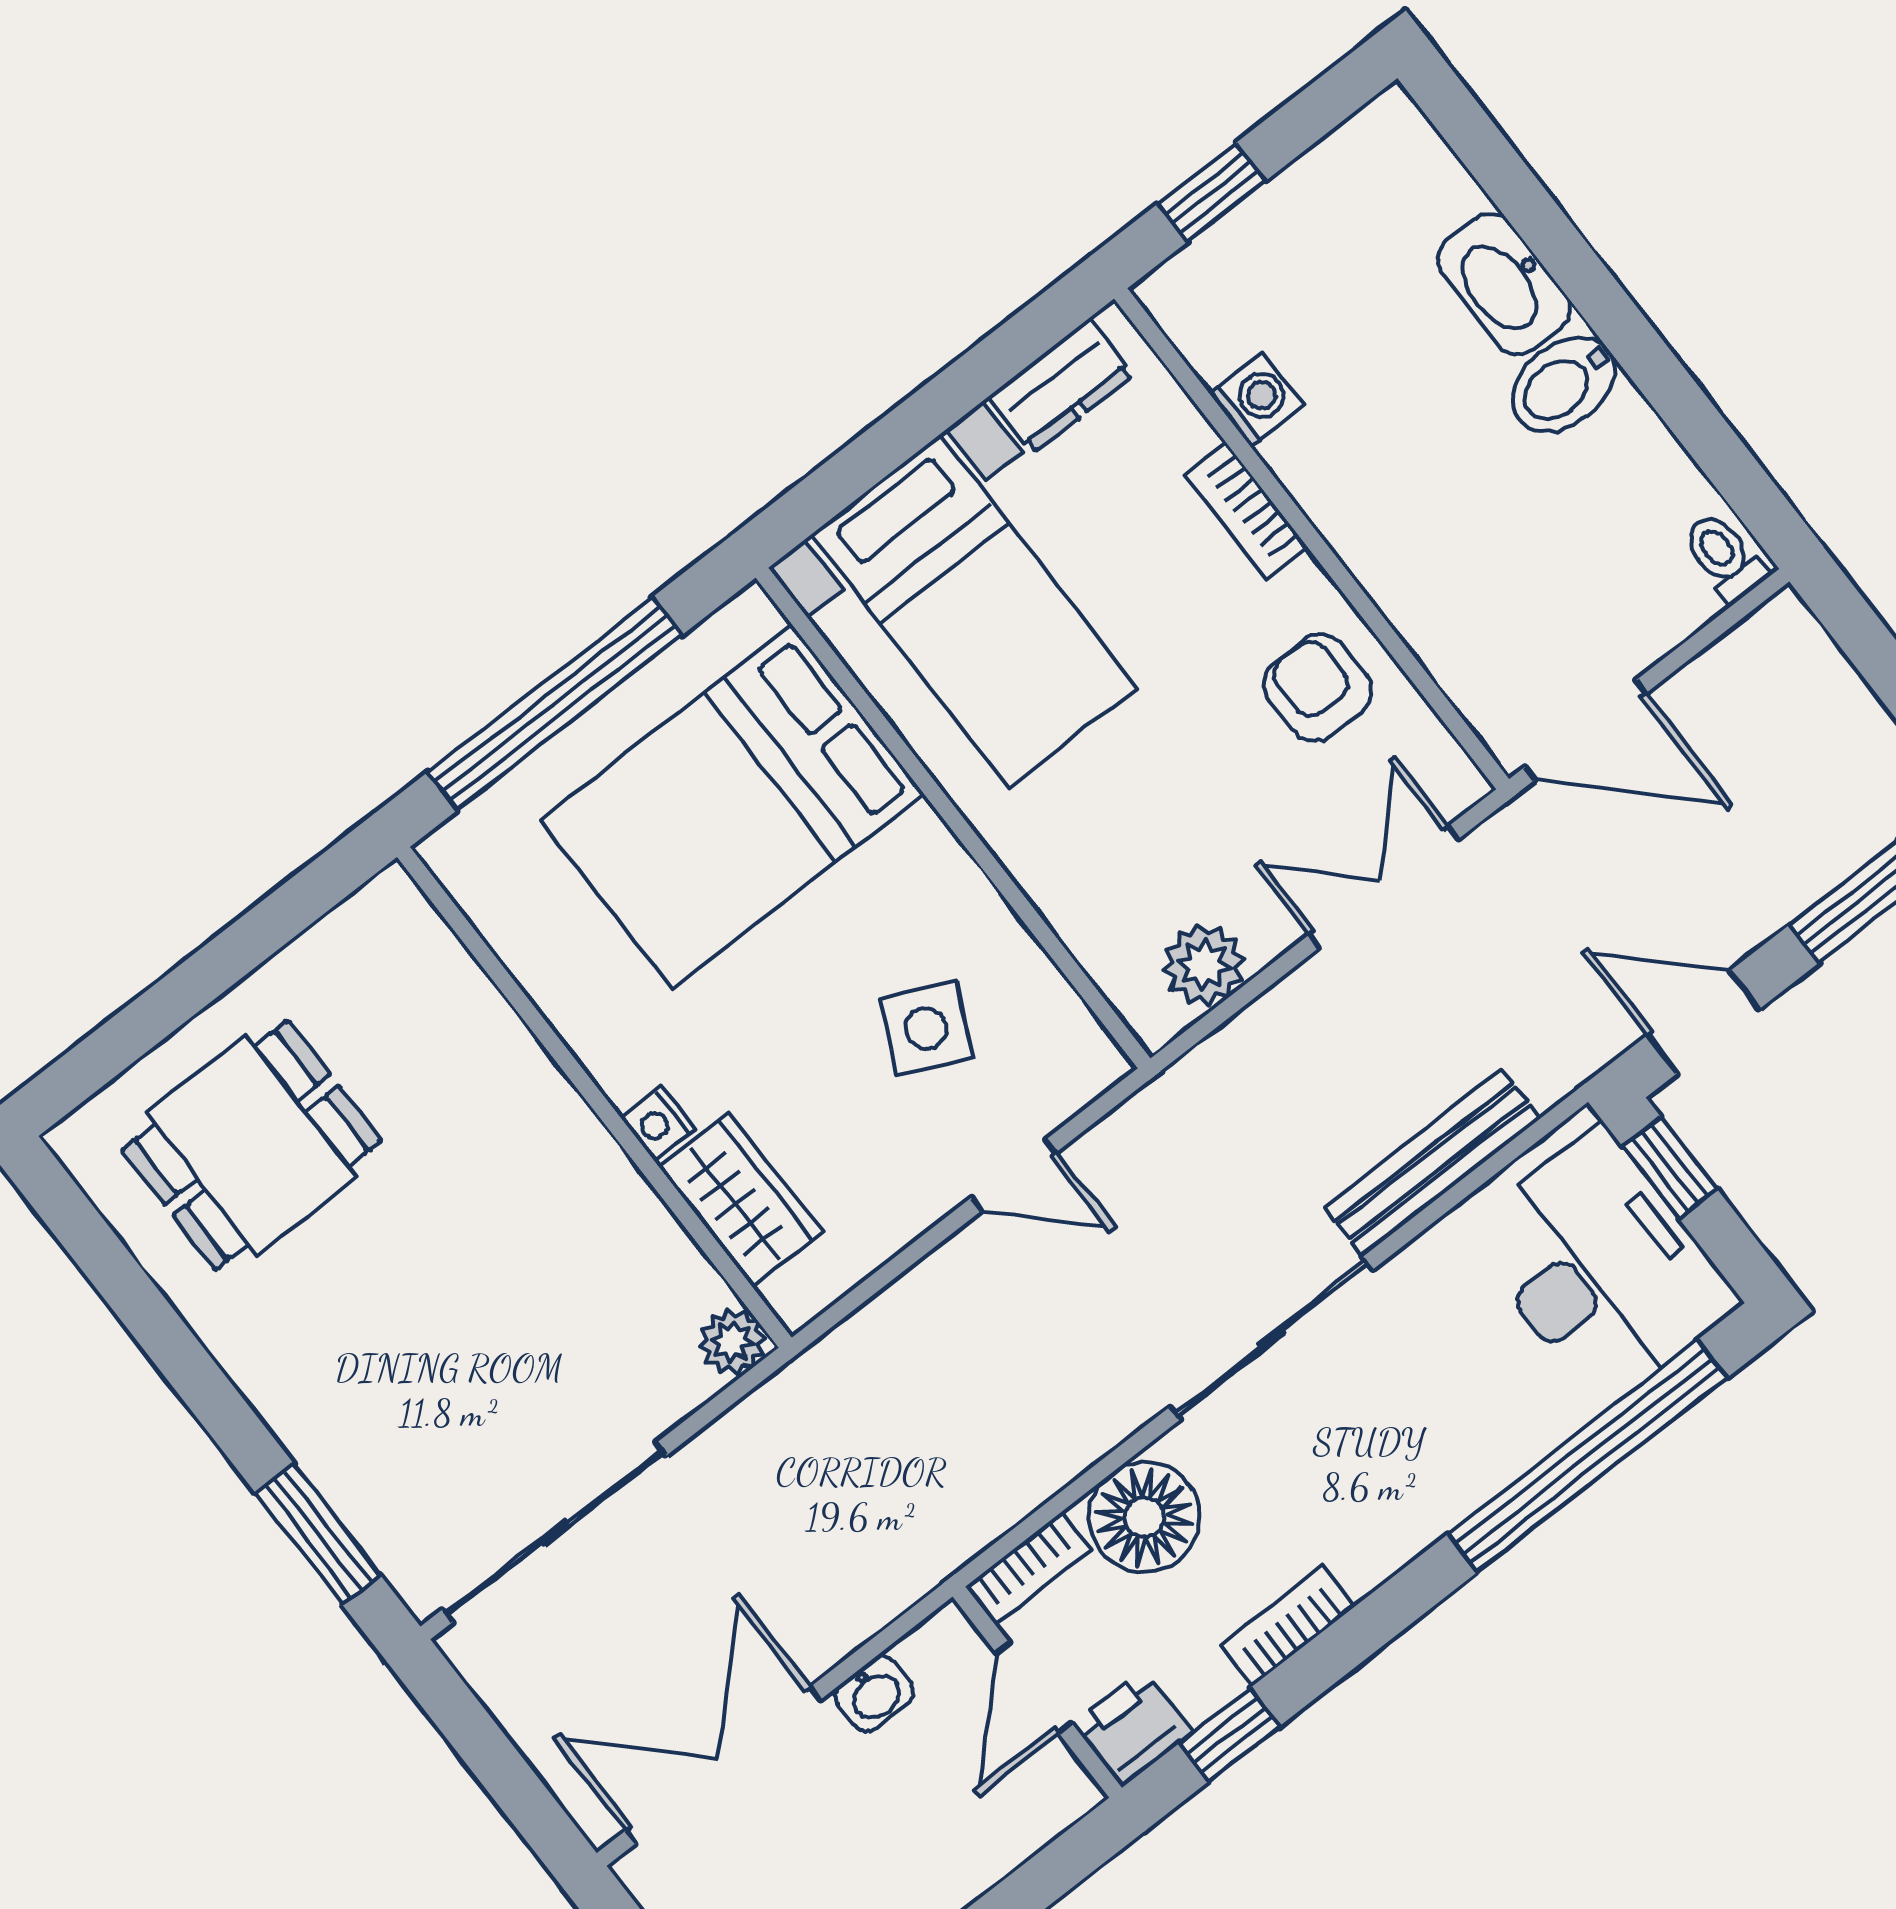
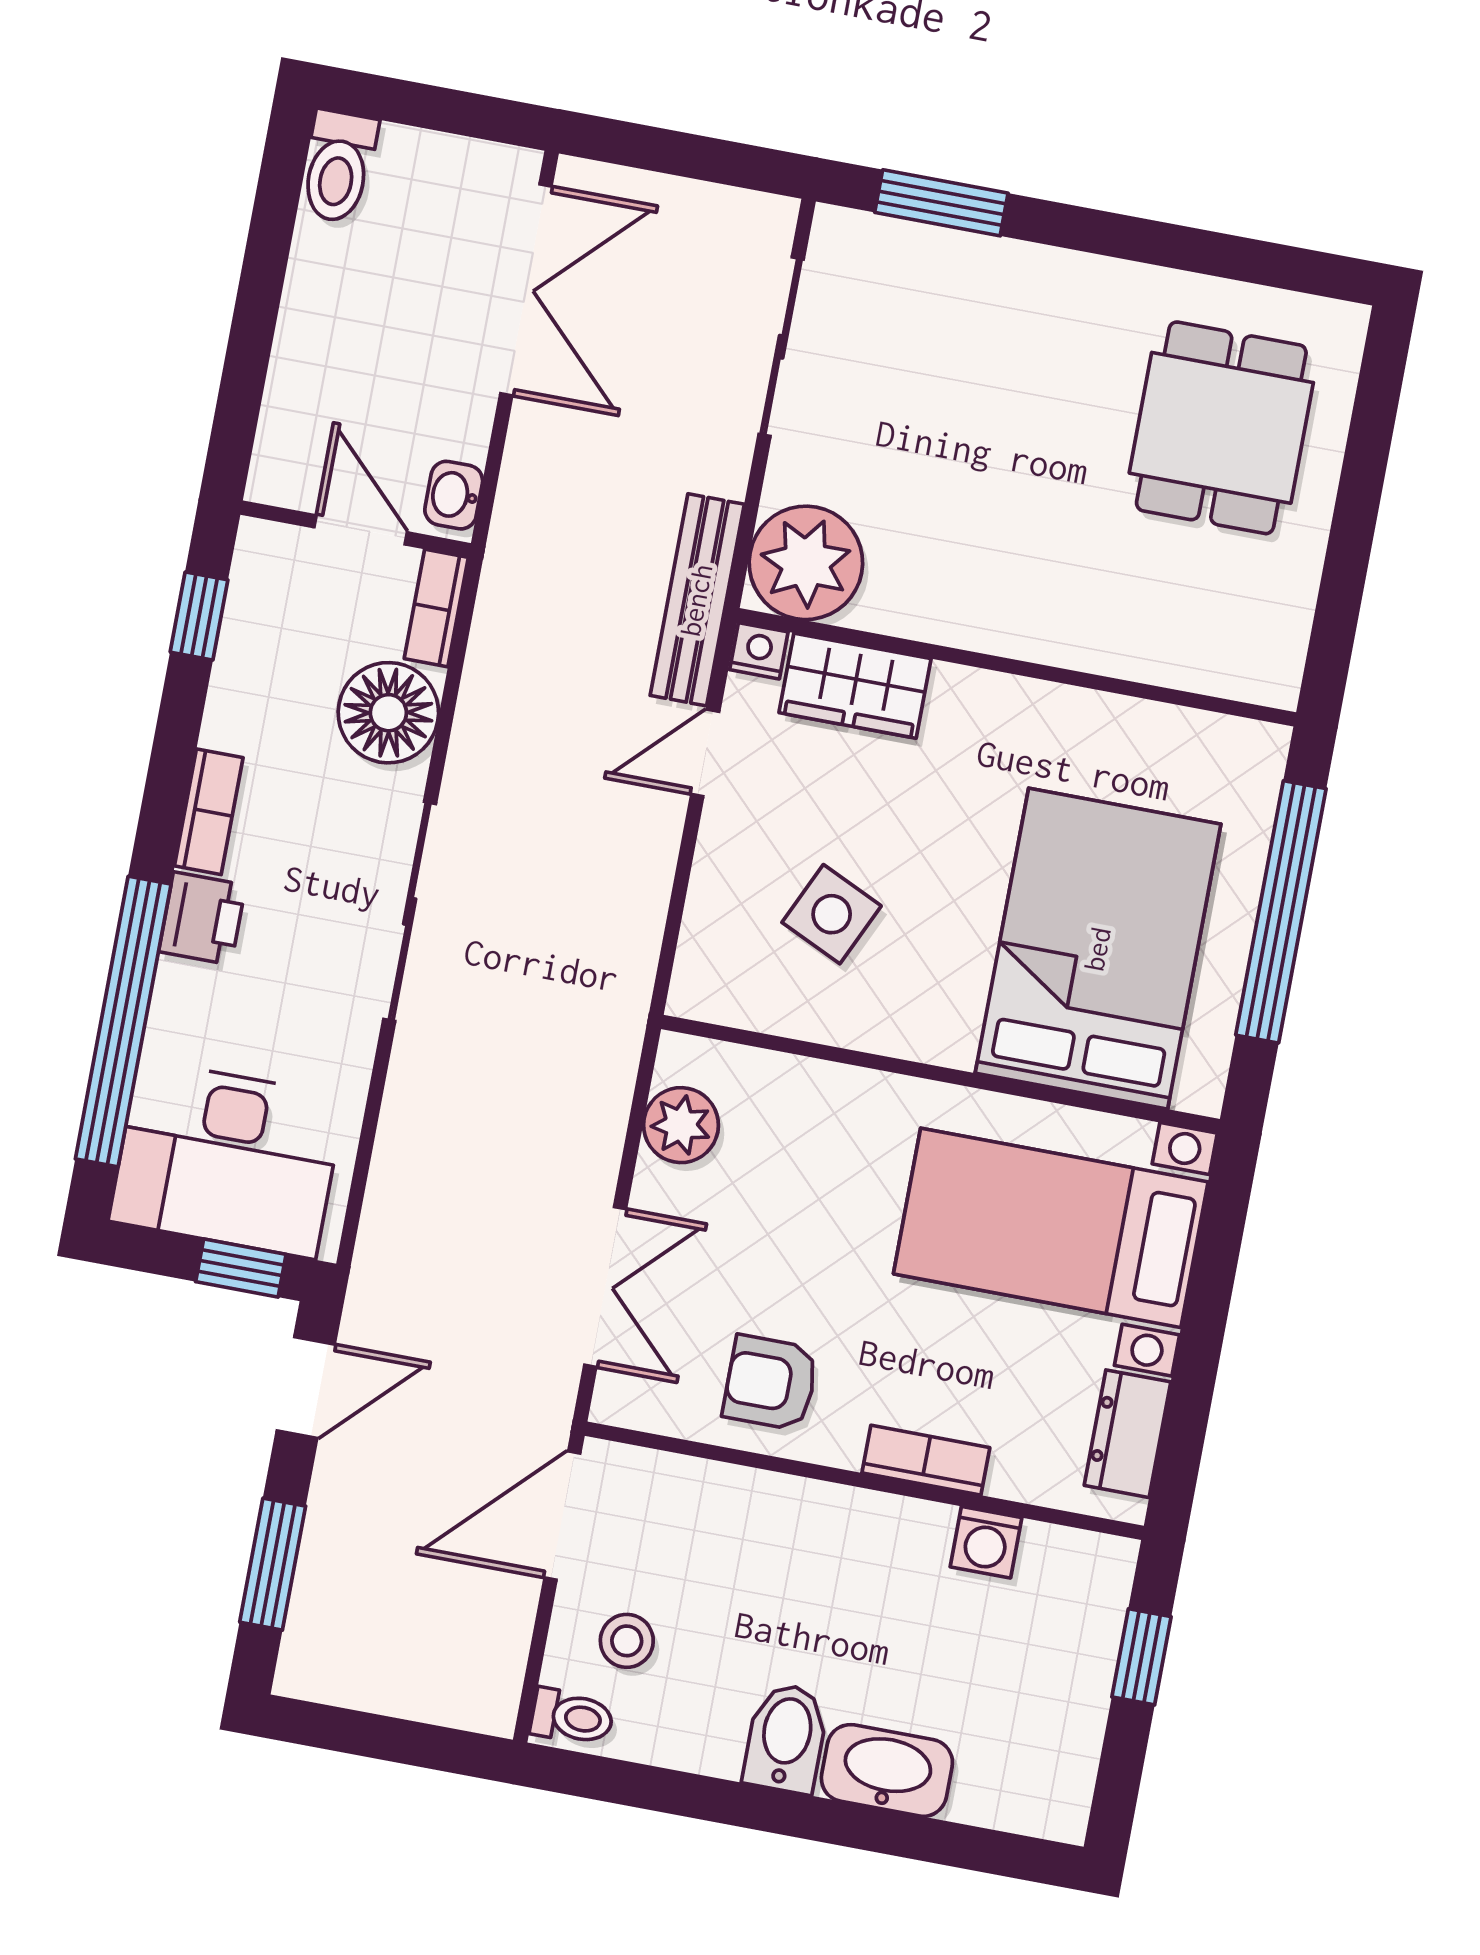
stool: (1624, 580) -> (627, 1641), added
armchair: (1318, 688) -> (771, 1383), turned 180
nightstand: (658, 1123) -> (759, 651), moved
bench: (1432, 1163) -> (697, 600), moved
door: (1013, 1175) -> (705, 753), moved
plant: (732, 1342) -> (806, 563), width x1.88, depth x1.88
sliding door: (555, 1532) -> (781, 347), width x0.73
bookcase: (1288, 1626) -> (209, 812), moved
washbasin: (874, 1694) -> (454, 495), moved
printer: (1132, 1729) -> (202, 918), moved

